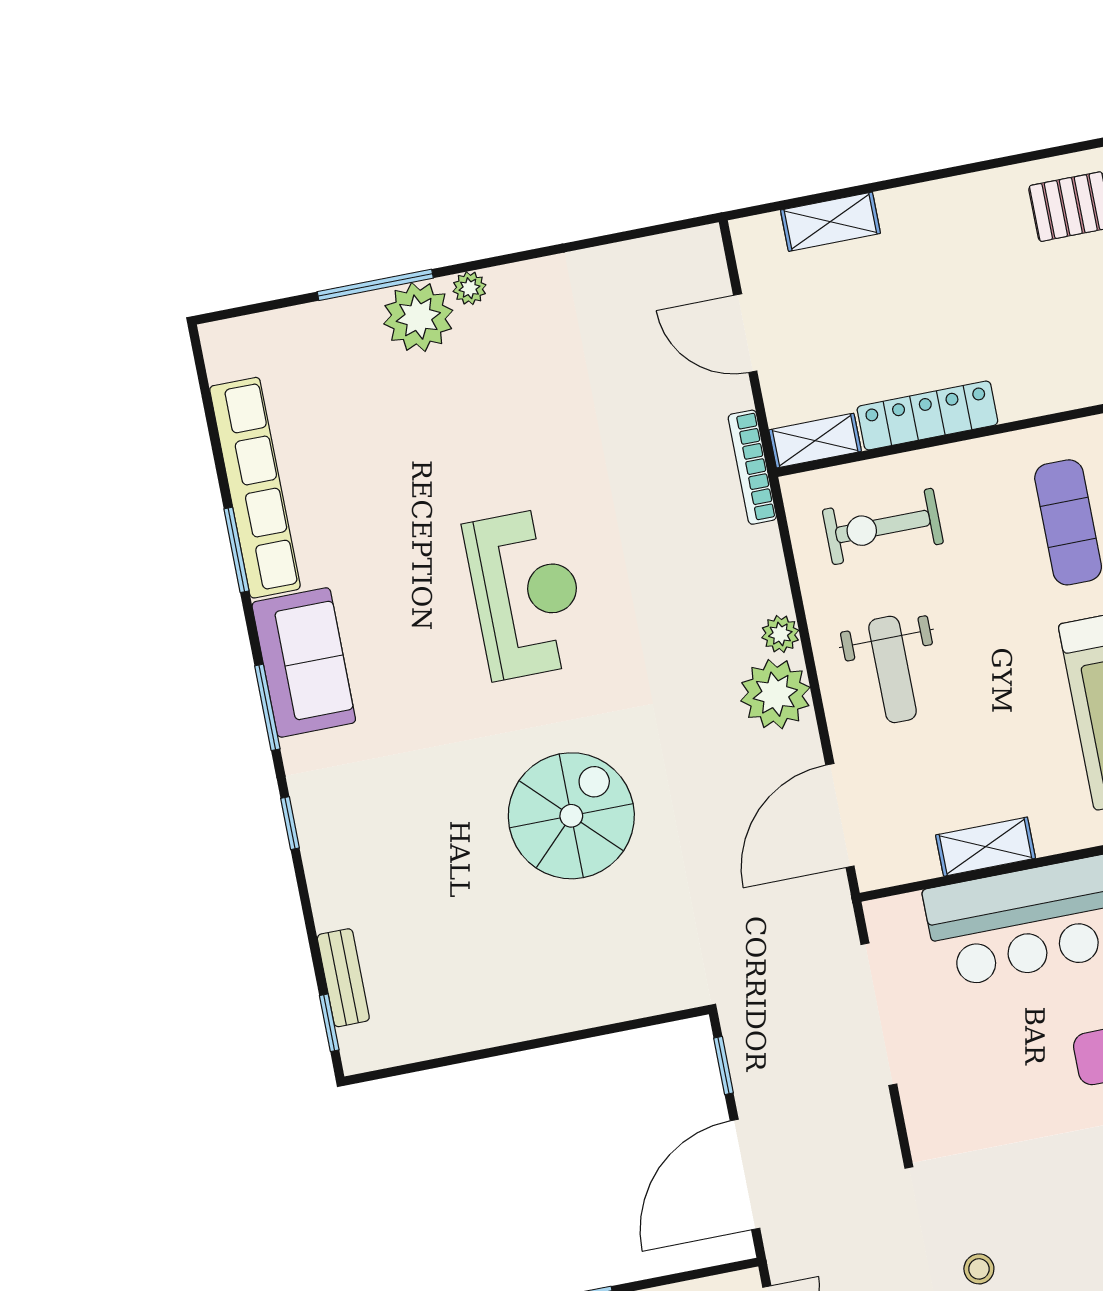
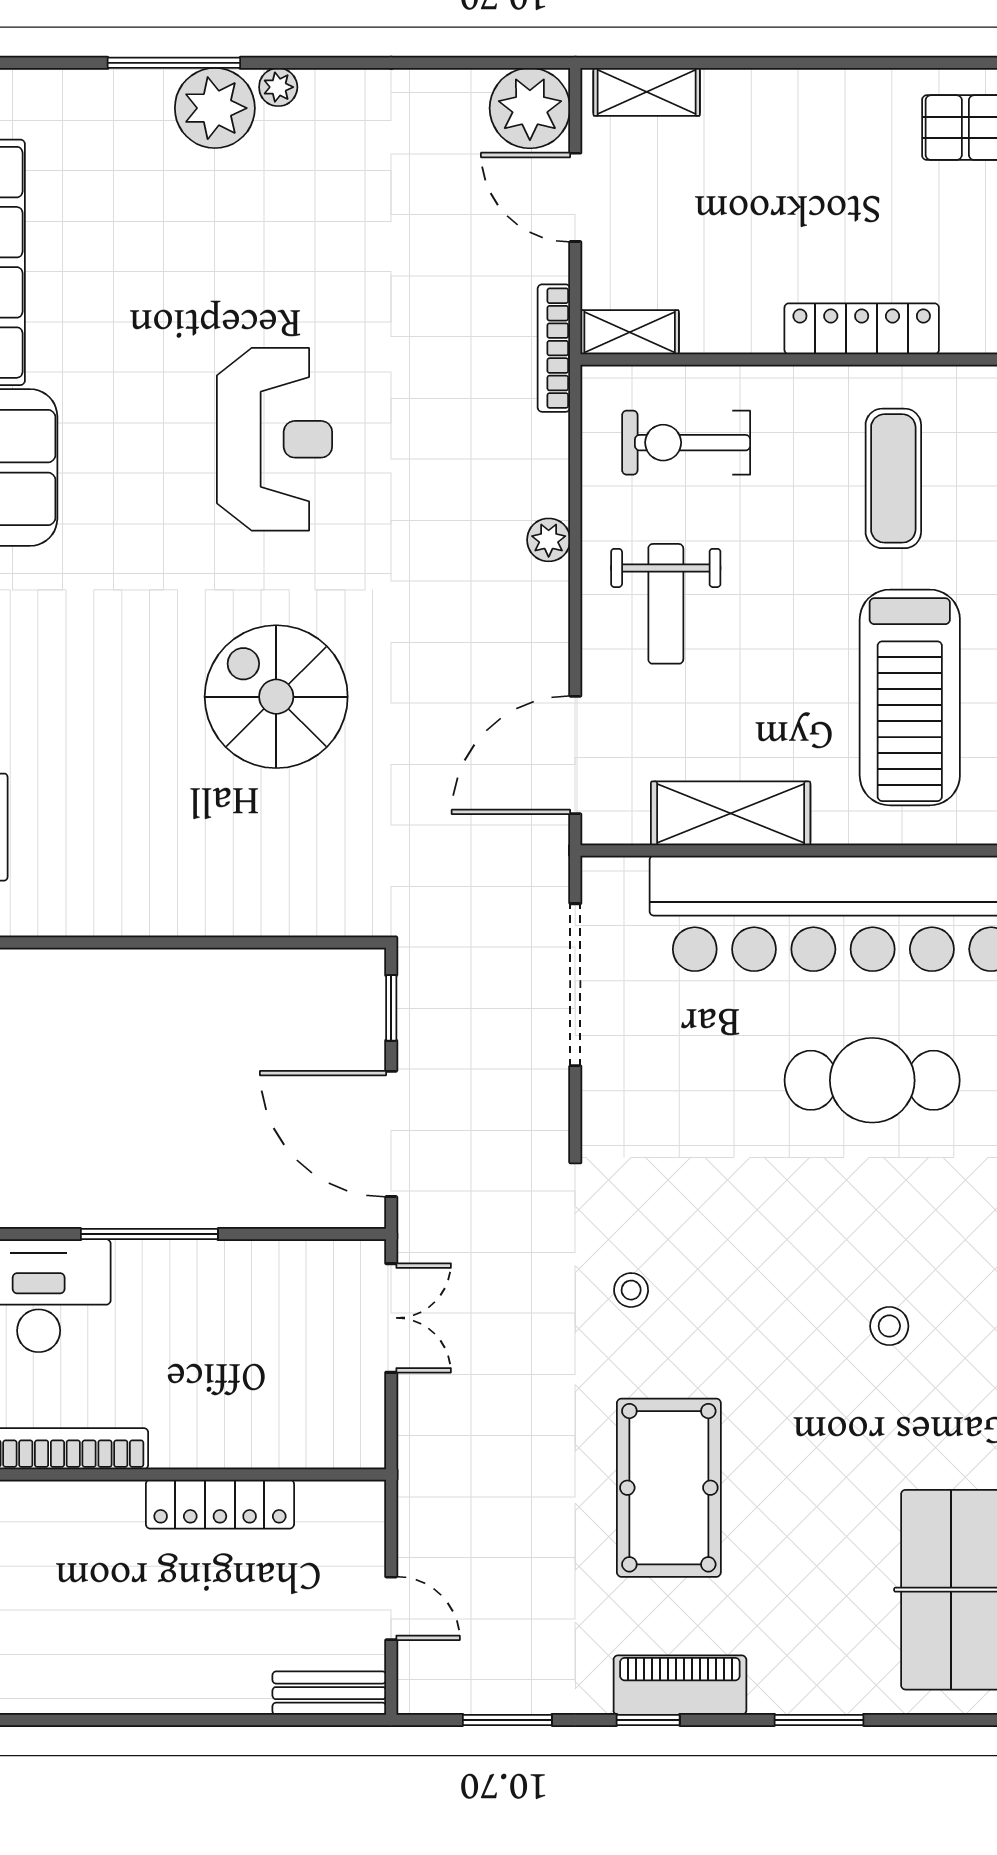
shelving: (830, 222) -> (647, 92), moved
locker: (927, 416) -> (862, 329), moved
plant: (775, 694) -> (530, 108), moved
spiral stairs: (571, 816) -> (276, 697), turned -90
shelving: (986, 847) -> (731, 813), width x1.50, depth x1.33
door: (745, 1175) -> (391, 1134), hinge flipped

